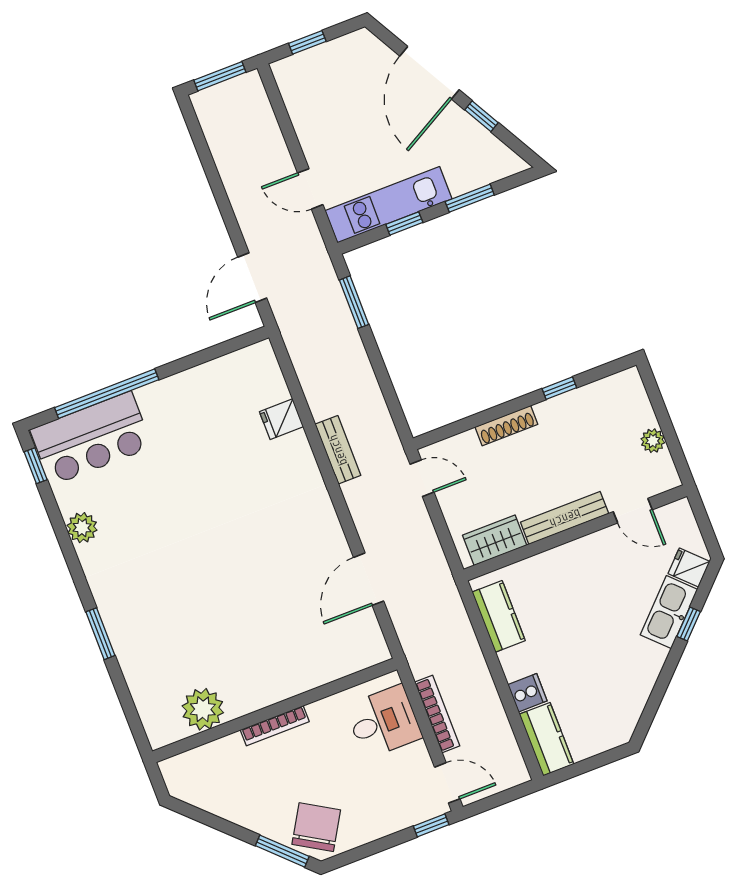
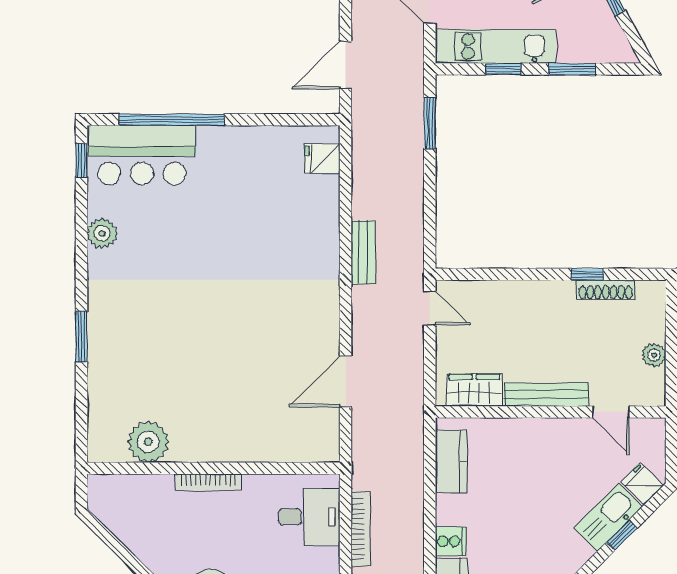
fridge: (281, 419) -> (322, 159), moved
shoe rack: (506, 426) -> (606, 290), moved

